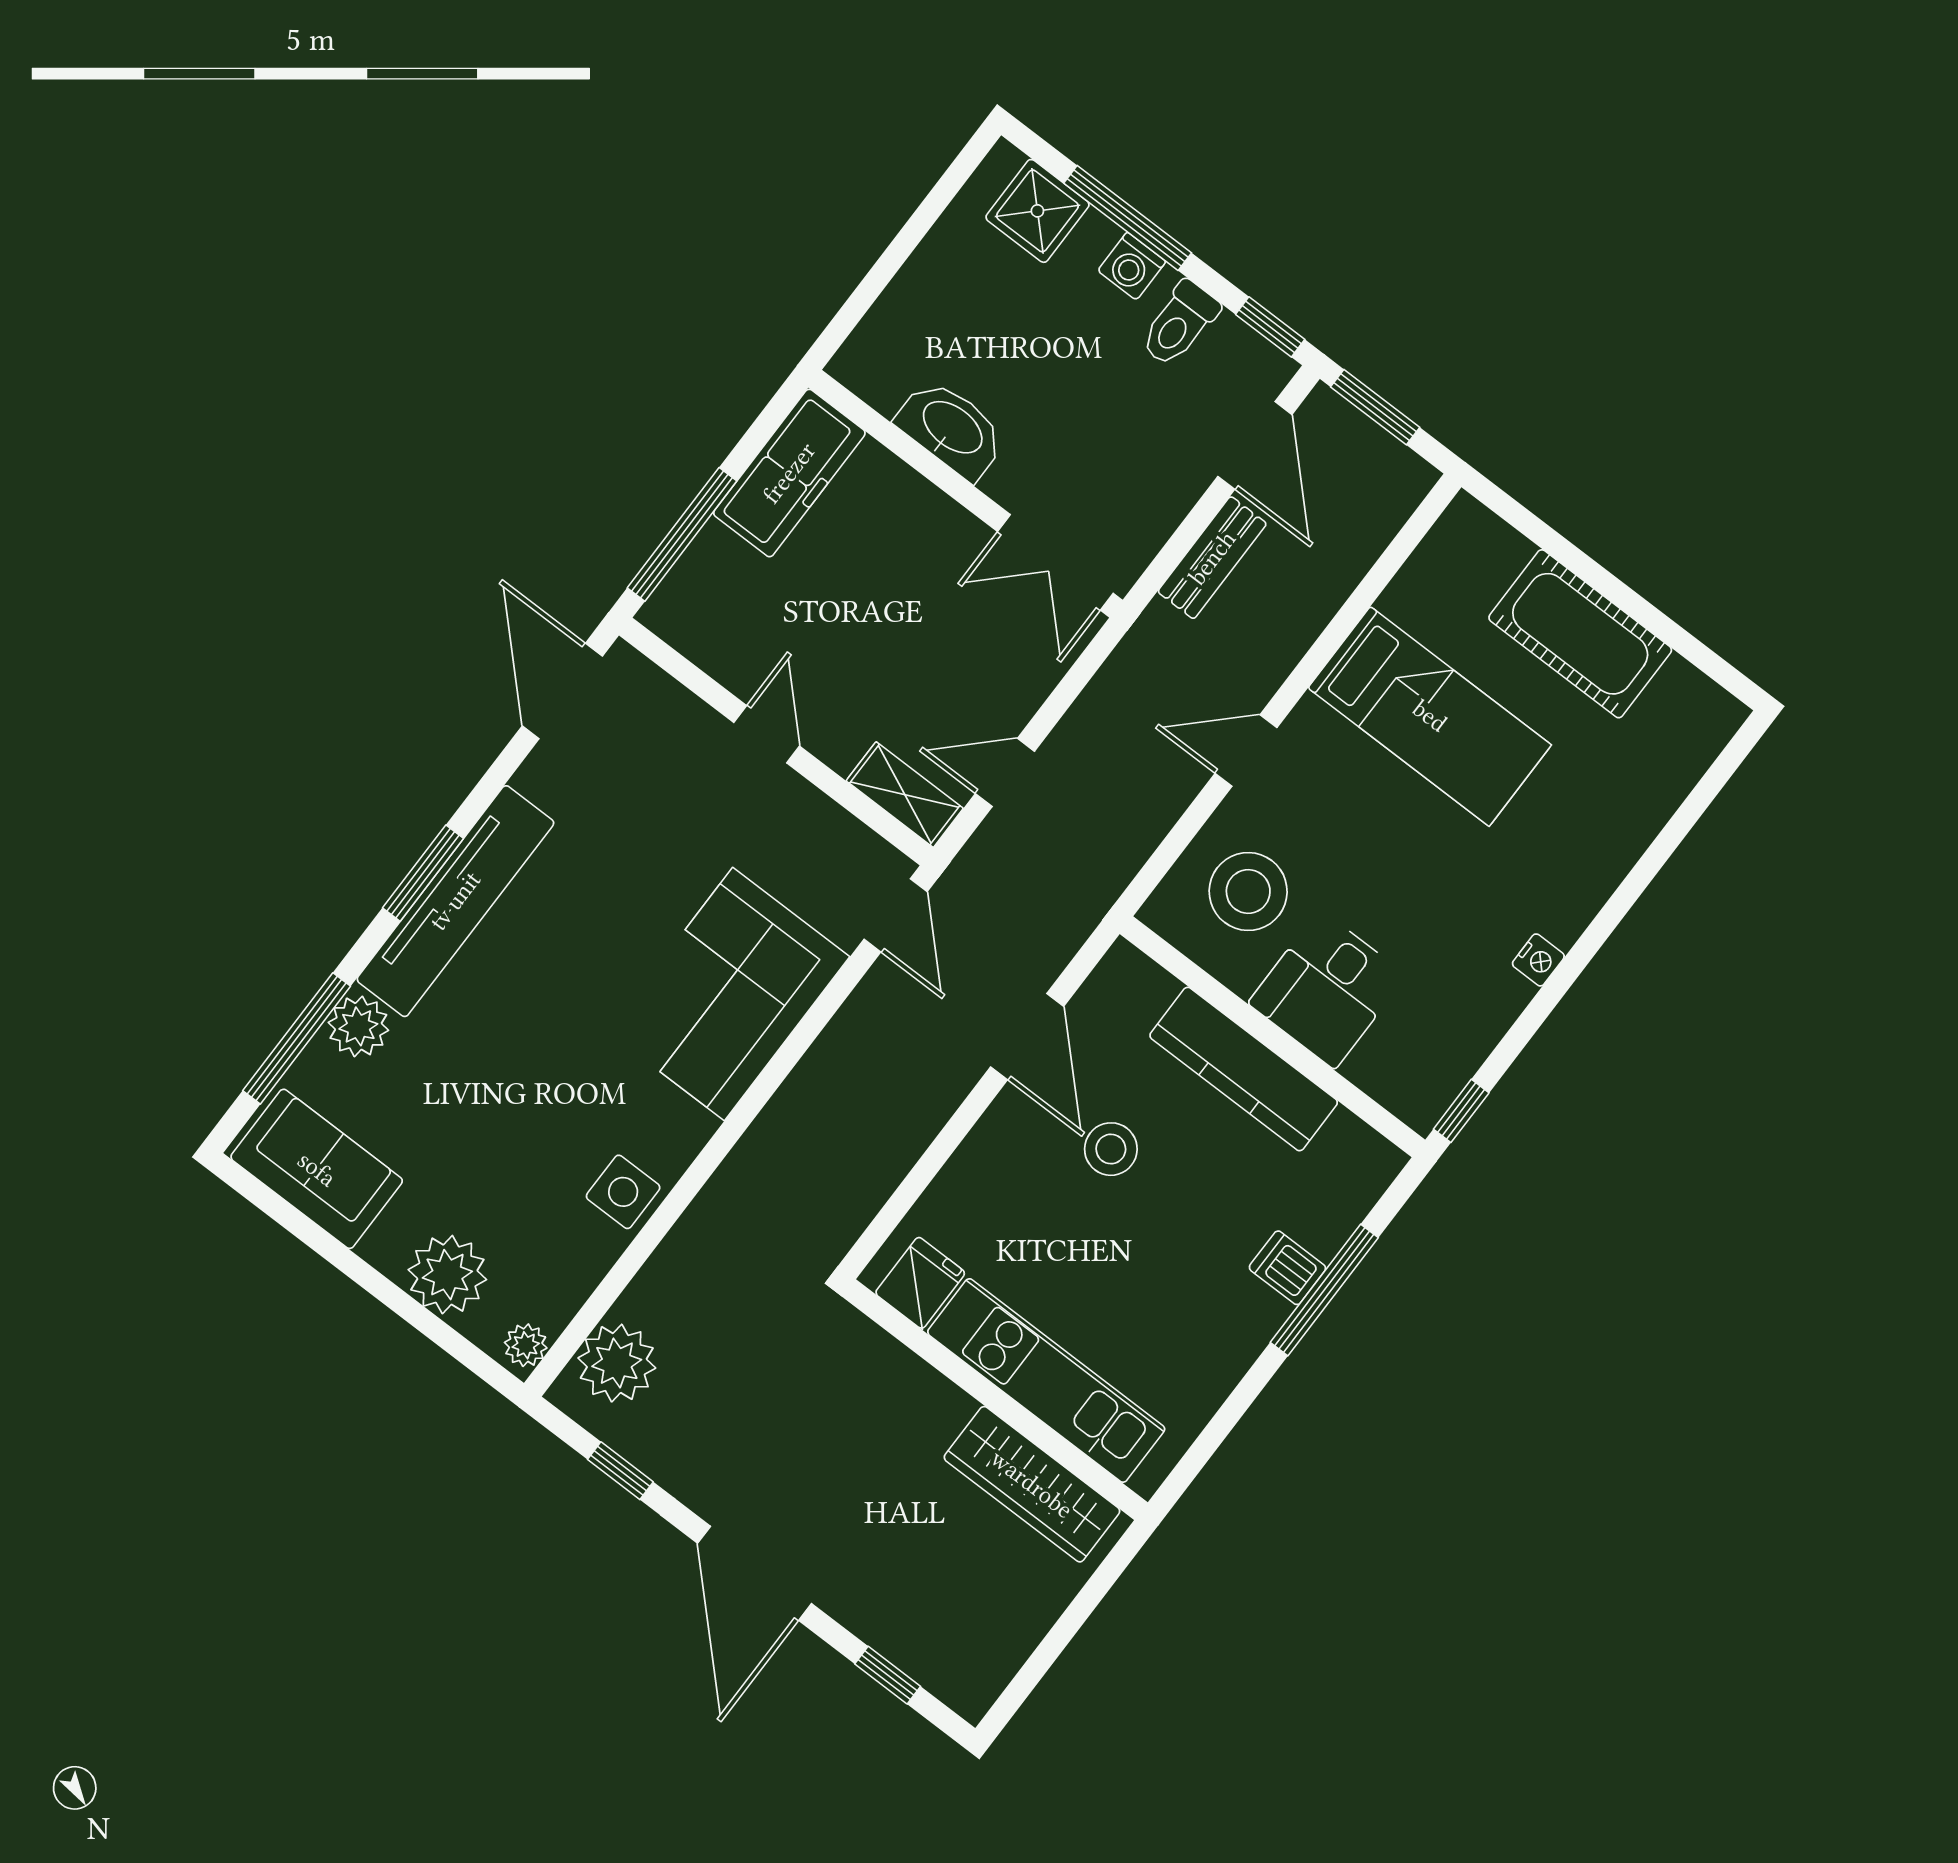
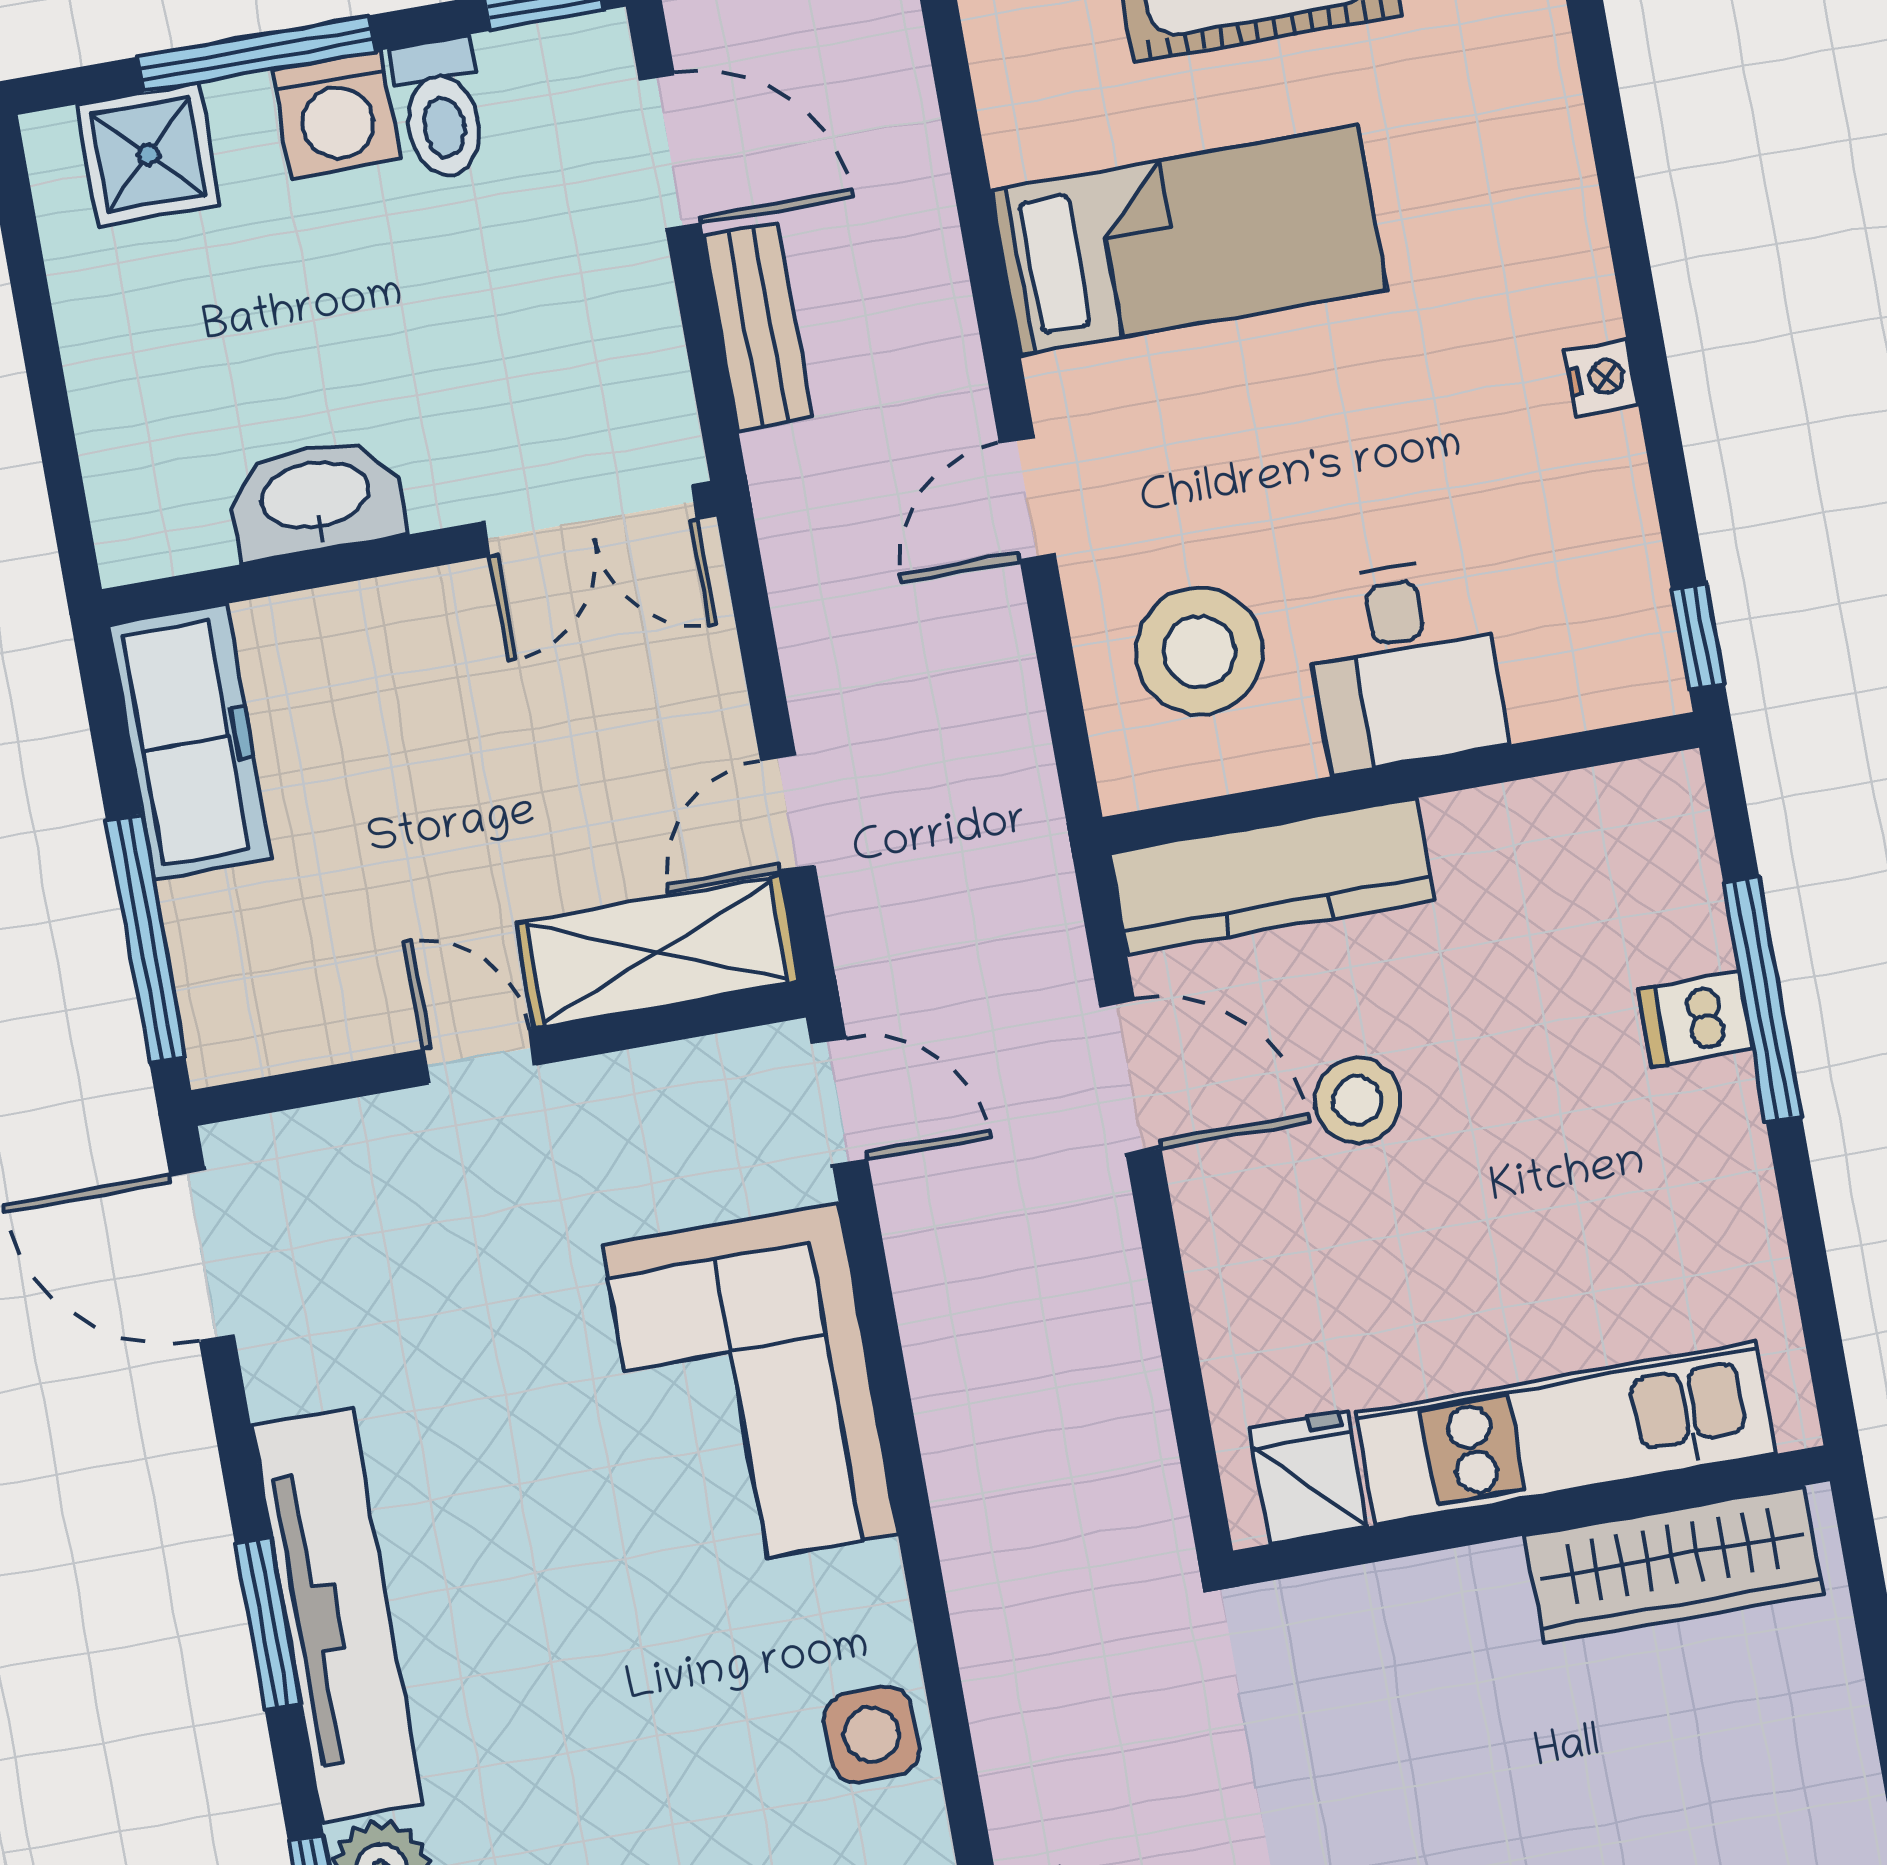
washing machine: (1132, 266) -> (336, 114), width x1.38, depth x1.38
shelving: (905, 795) -> (658, 952), width x1.50, depth x1.33
kitchen counter: (1244, 1069) -> (1272, 877), moved

